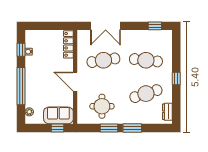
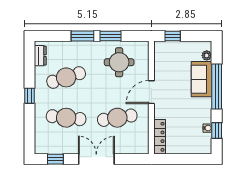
double door: (106, 26) -> (96, 159), moved
door: (75, 82) -> (151, 92), swing flipped
sofa: (58, 115) -> (202, 79), moved, turned 90

